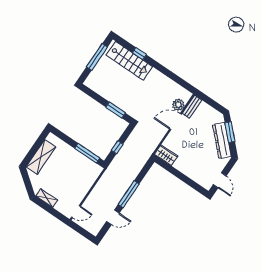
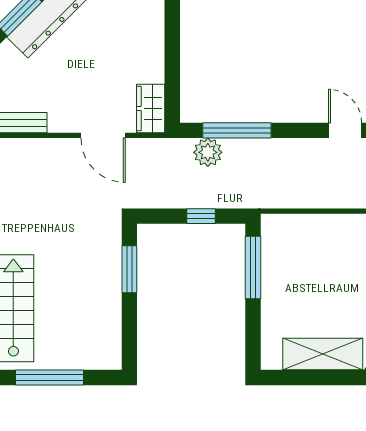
plant: (178, 105) -> (208, 152), moved
door: (175, 122) -> (103, 135), moved
window: (129, 194) -> (237, 130), moved

